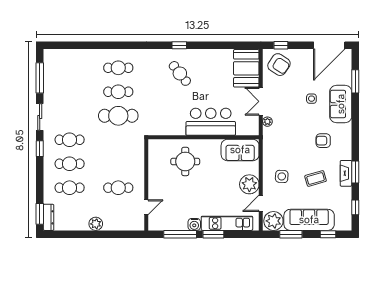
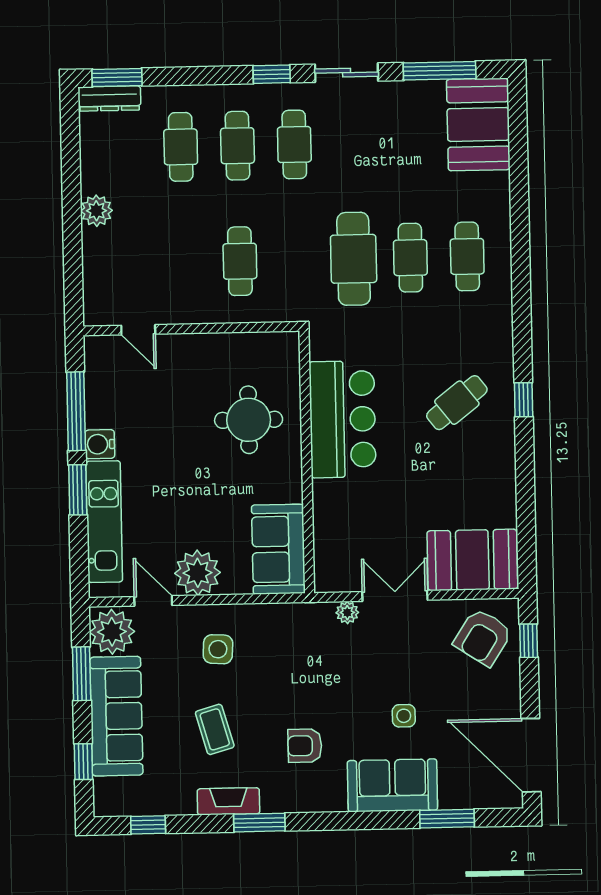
booth: (63, 62) -> (478, 124), added
bar counter: (211, 122) -> (343, 419), moved
armchair: (323, 141) -> (305, 746), turned -90
window: (355, 172) -> (259, 823), moved
cafe table: (118, 188) -> (240, 261), moved

